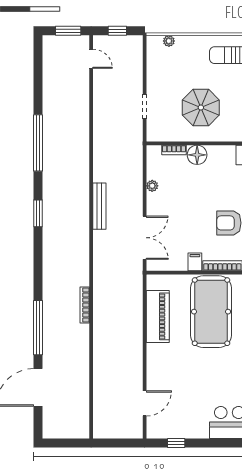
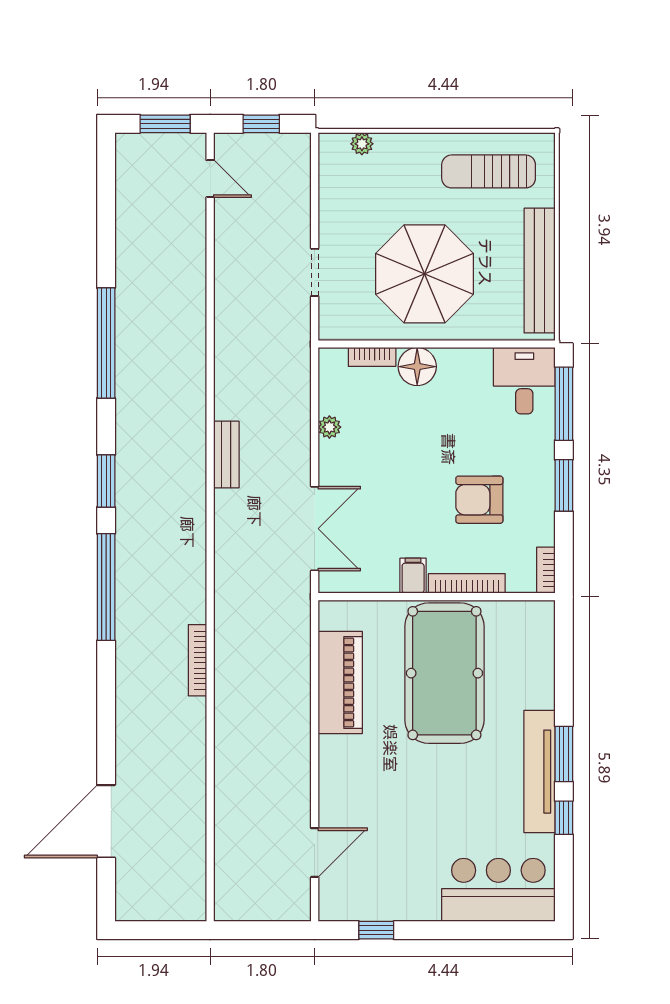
parasol: (201, 108) -> (425, 274), width x1.36, depth x1.36
bench: (99, 206) -> (226, 455), width x0.73
window: (38, 328) -> (106, 587), moved

